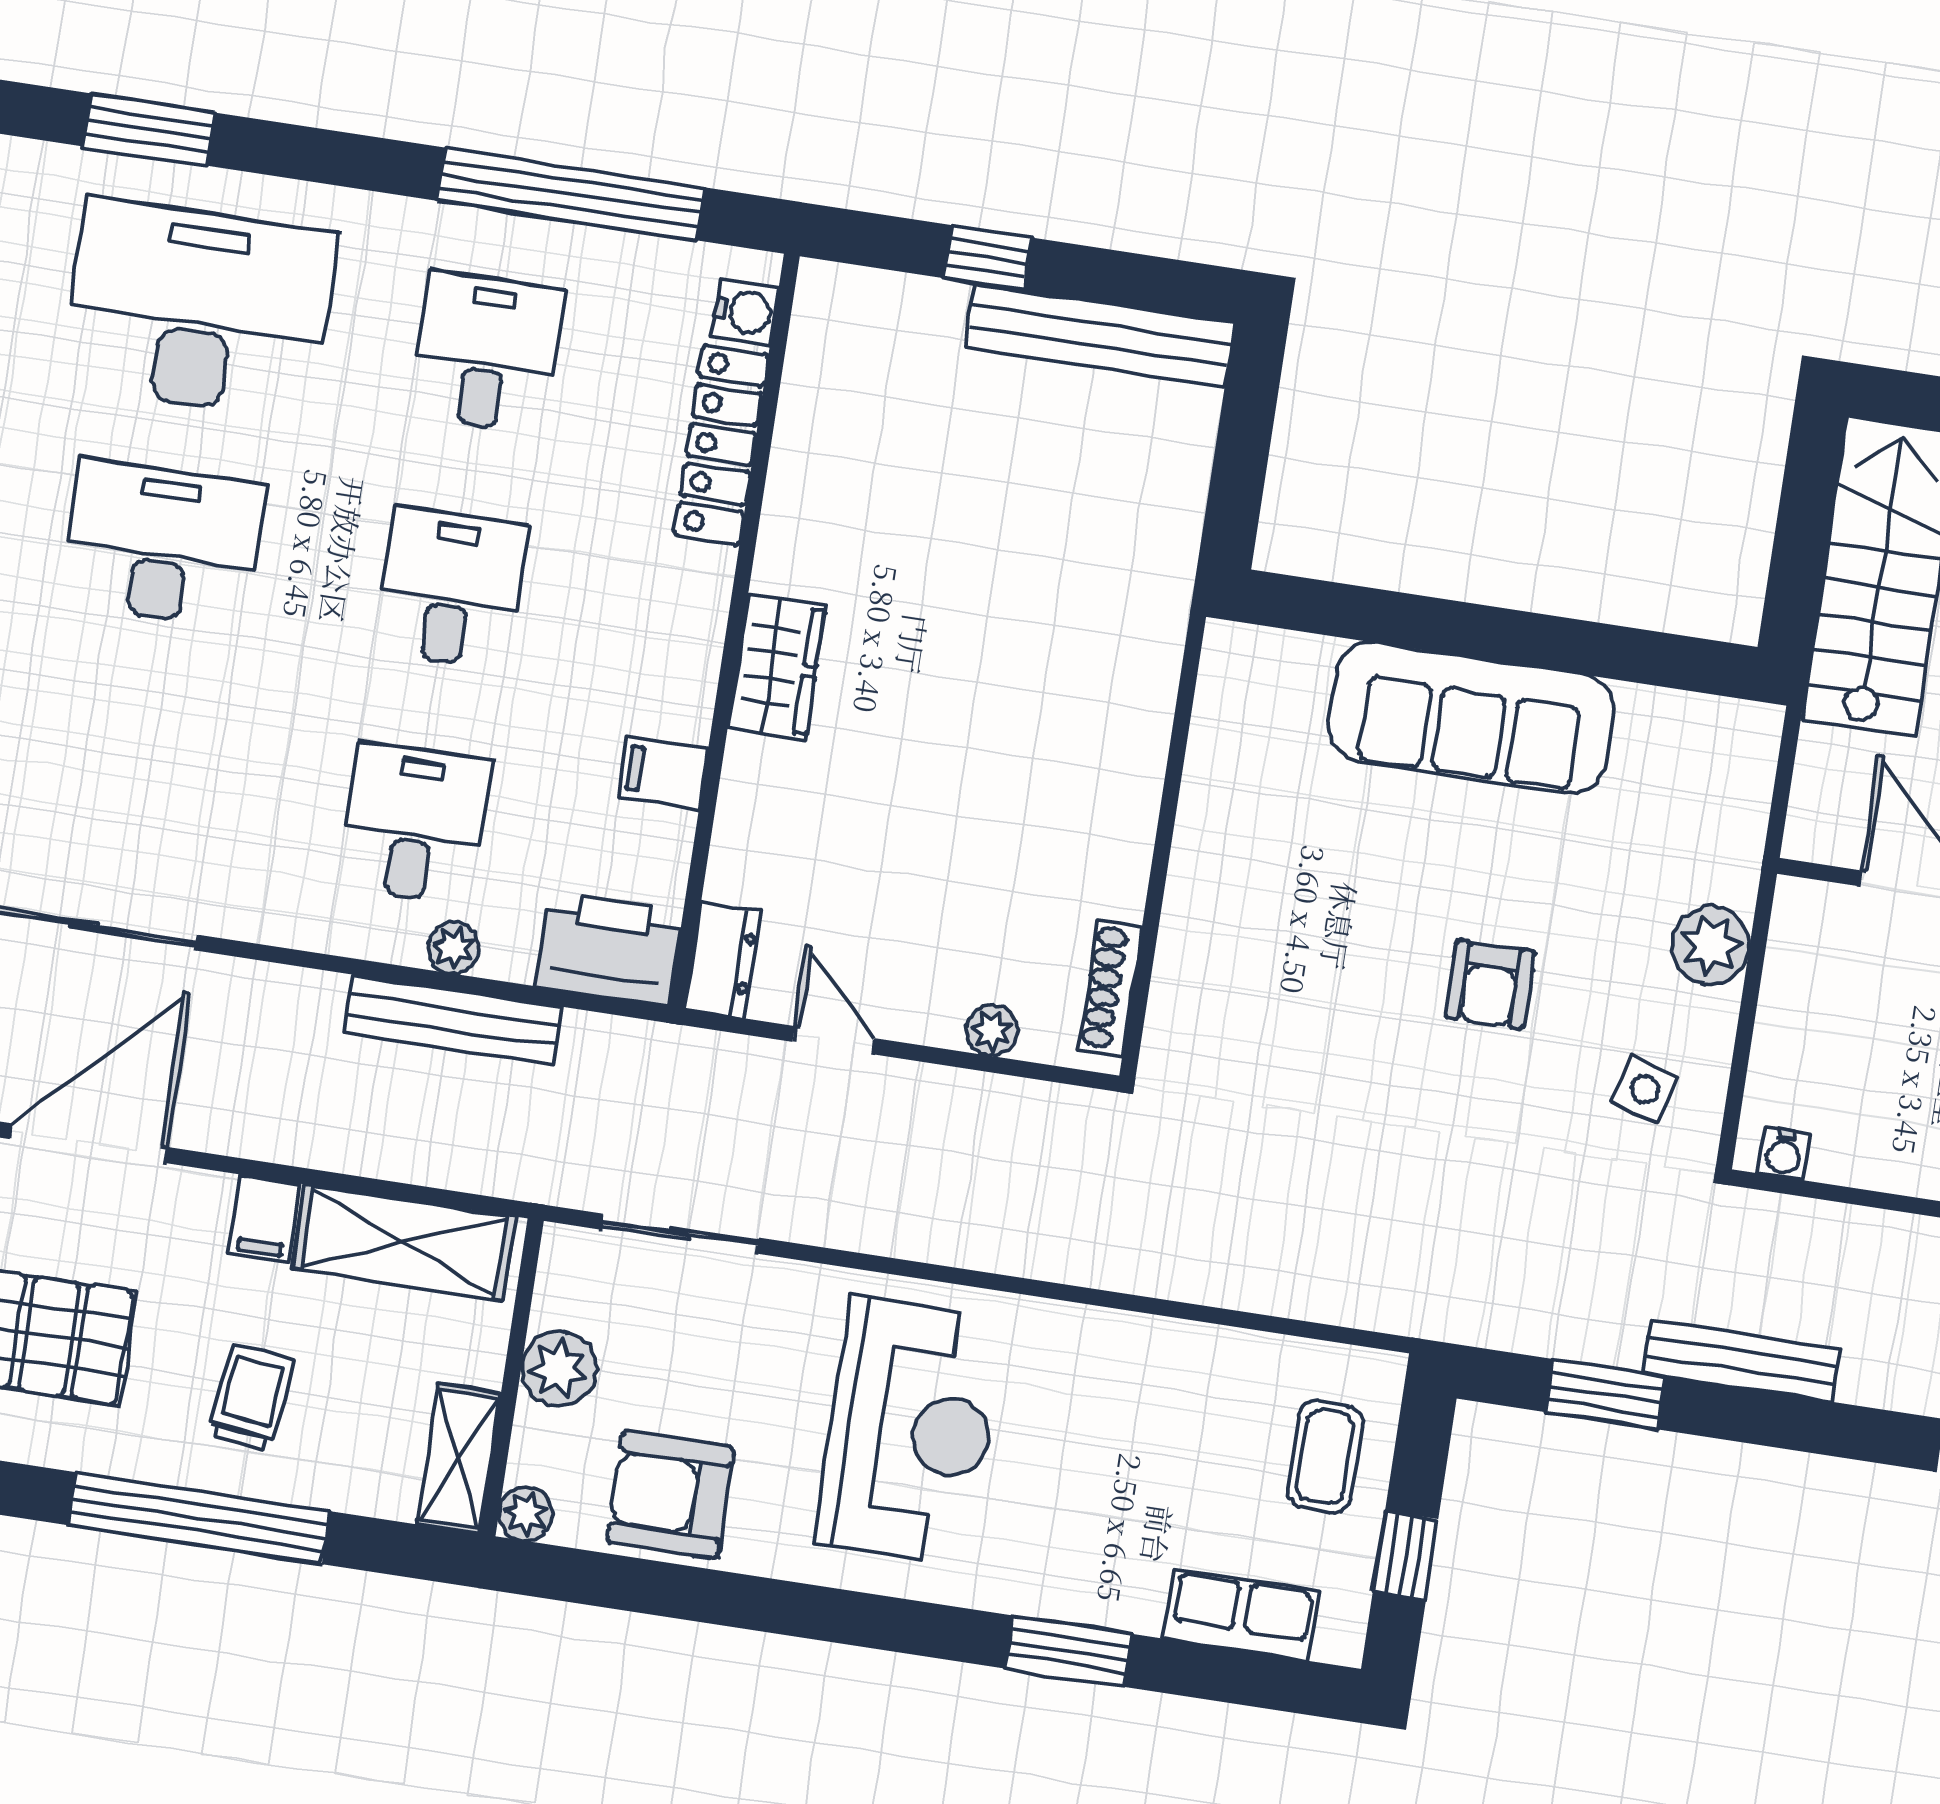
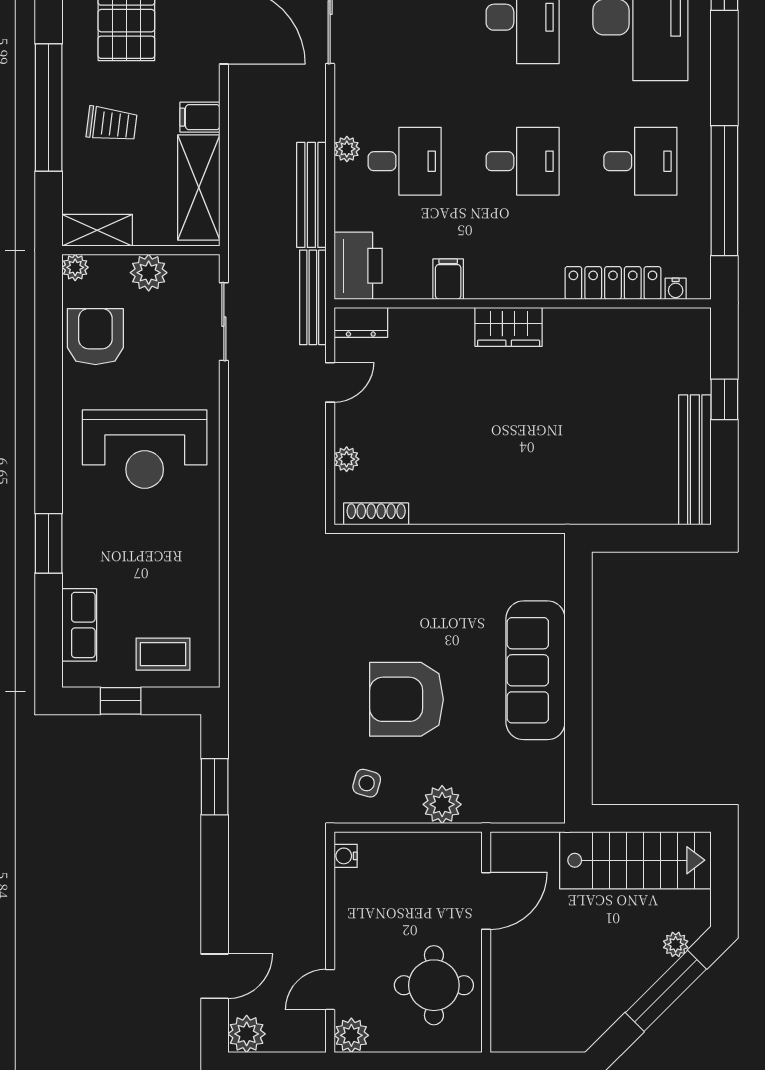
water cooler: (745, 312) -> (676, 289), width x0.72, depth x0.72
plant: (454, 948) -> (347, 149), moved
armchair: (1490, 984) -> (406, 699), width x1.88, depth x1.88
bench: (1741, 1361) -> (313, 297), moved

